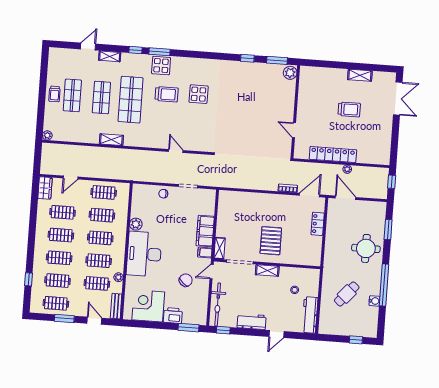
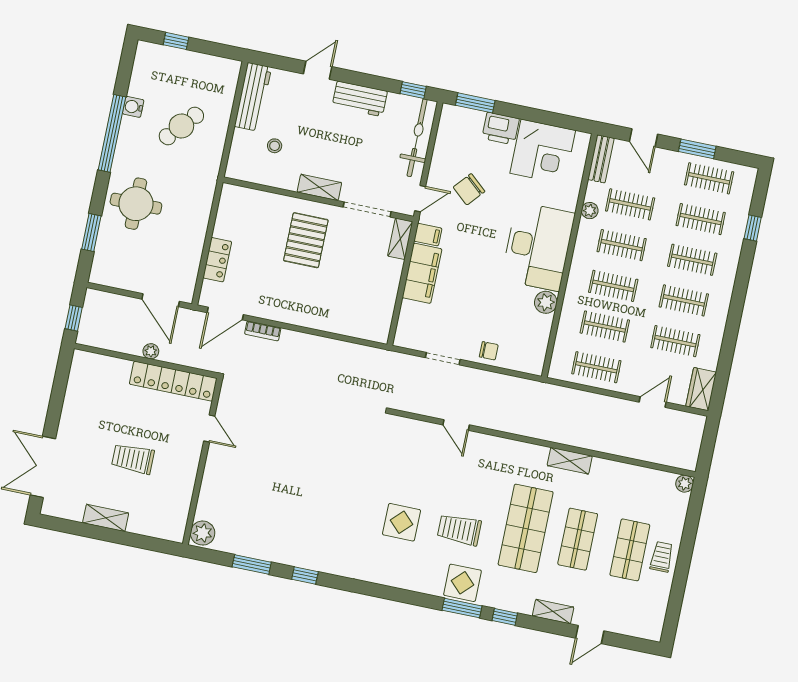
plant: (290, 73) -> (203, 533), moved
wall: (295, 112) -> (202, 461), moved
door: (294, 130) -> (209, 428), moved

